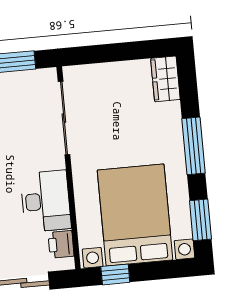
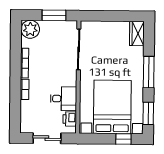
desk: (46, 201) -> (64, 99), width x0.73
window: (115, 274) -> (123, 139), moved

